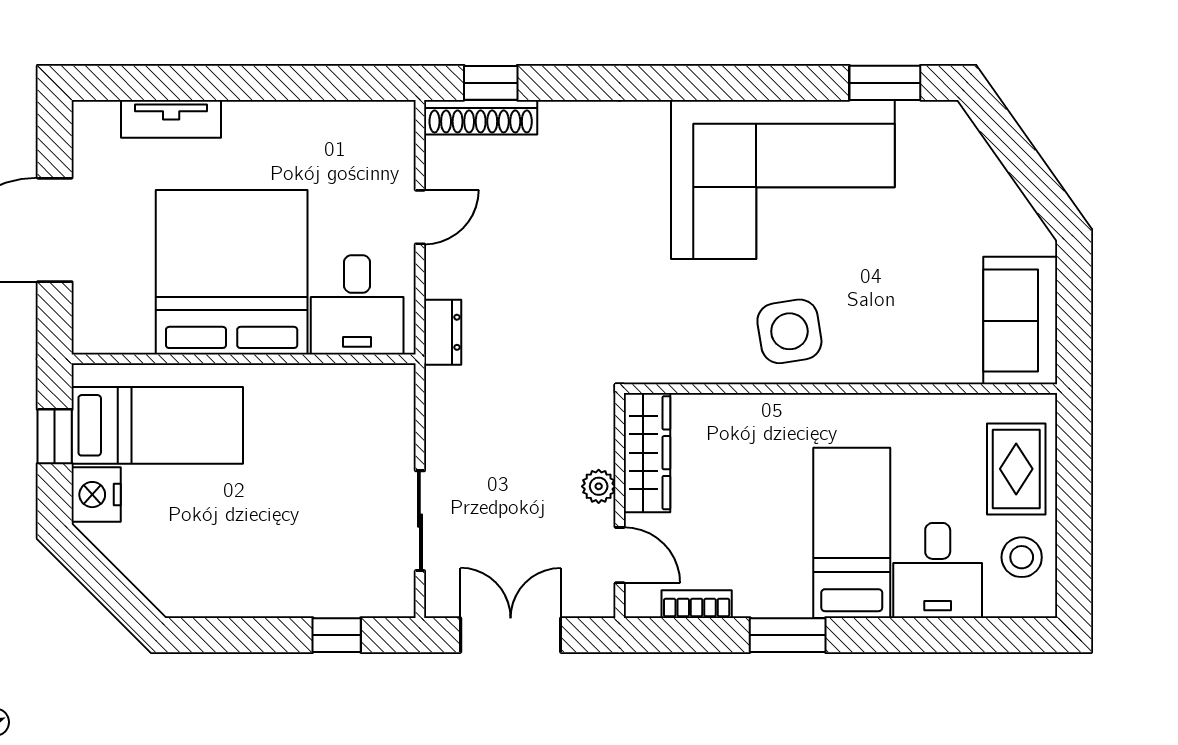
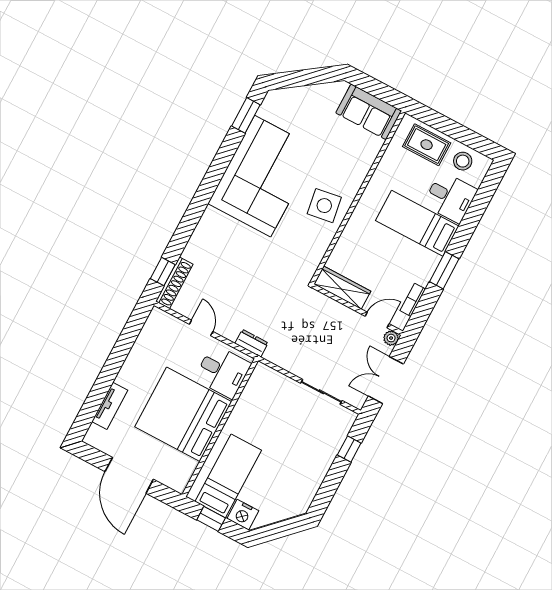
plant: (599, 486) -> (391, 338), moved

